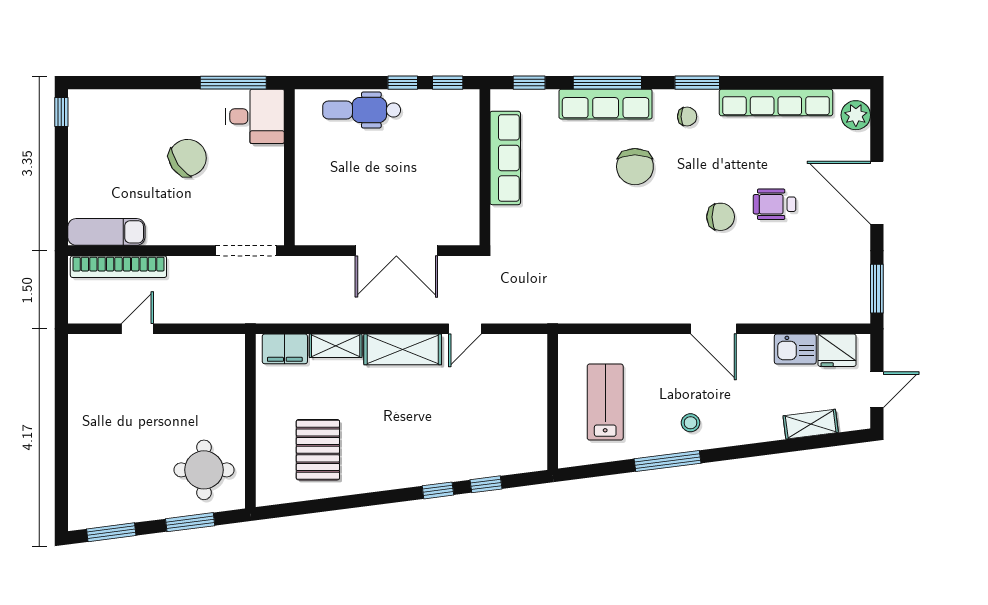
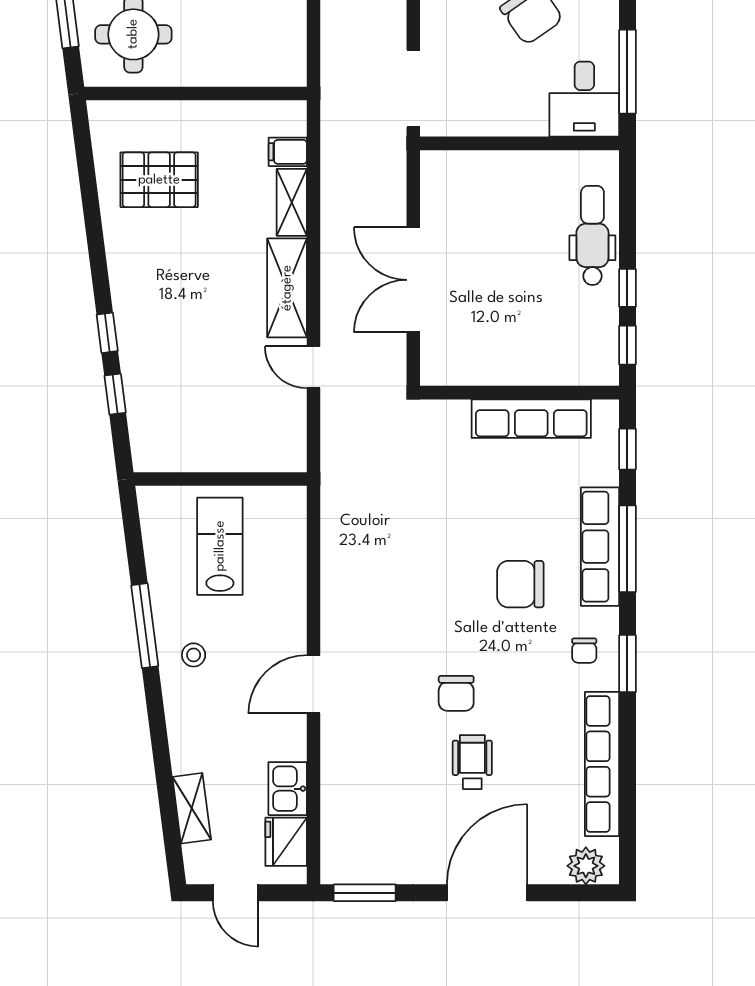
filing cabinet: (285, 349) -> (288, 152), width x0.50
lab bench: (605, 402) -> (220, 546), turned -90

